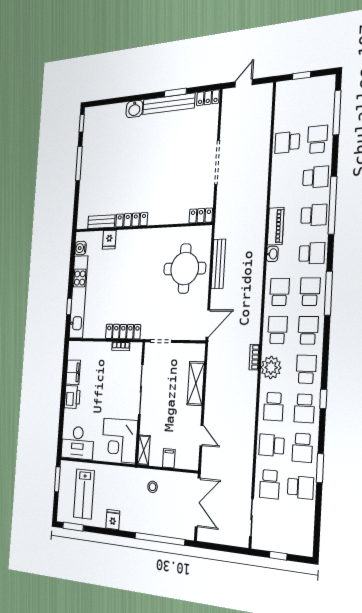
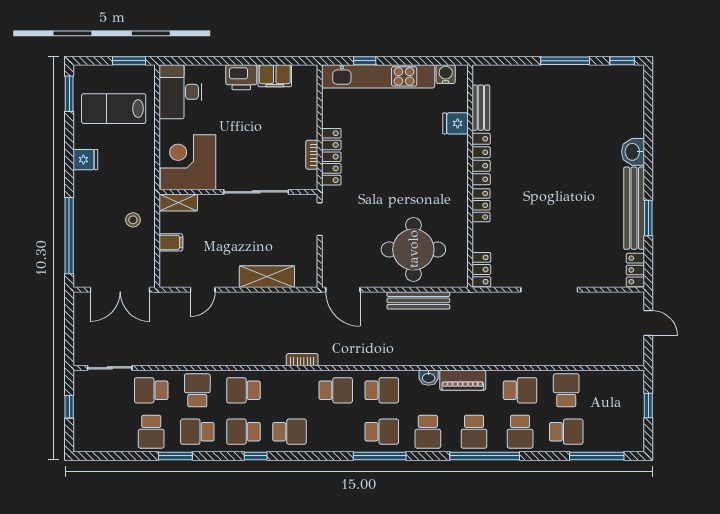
locker: (160, 218) -> (481, 205), added
school desk: (308, 330) -> (520, 390), moved
plant: (271, 368) -> (290, 384), removed

